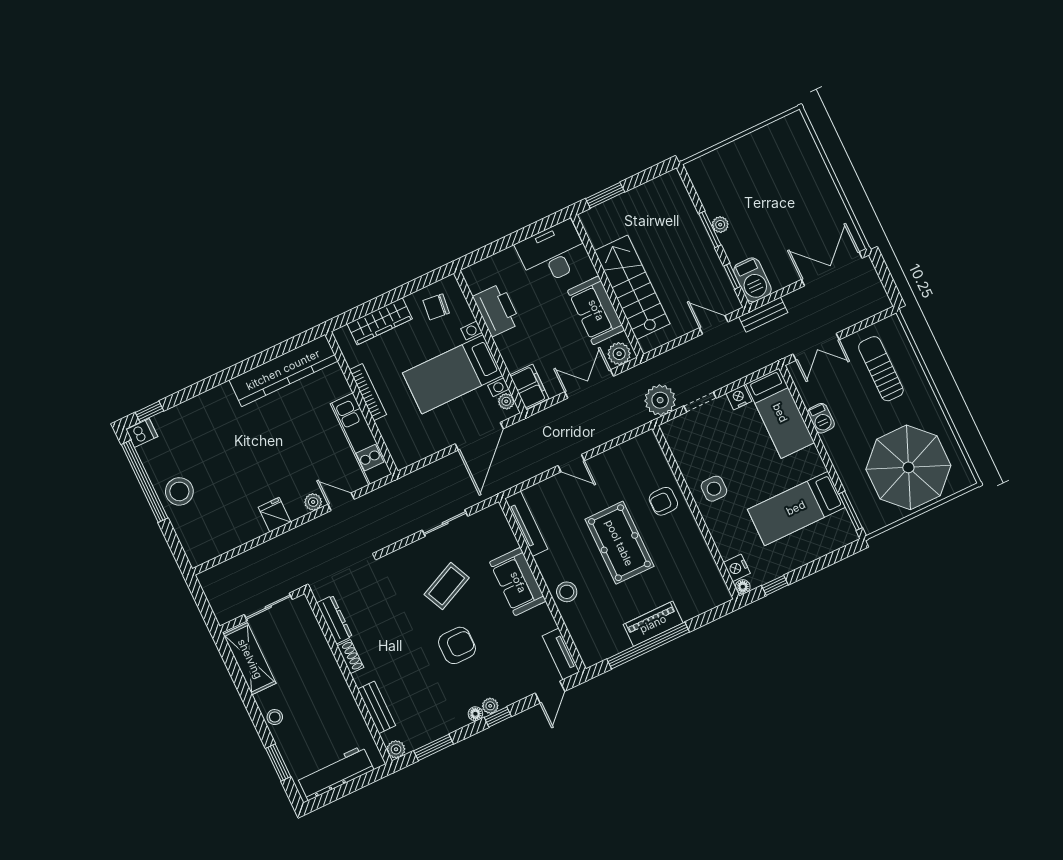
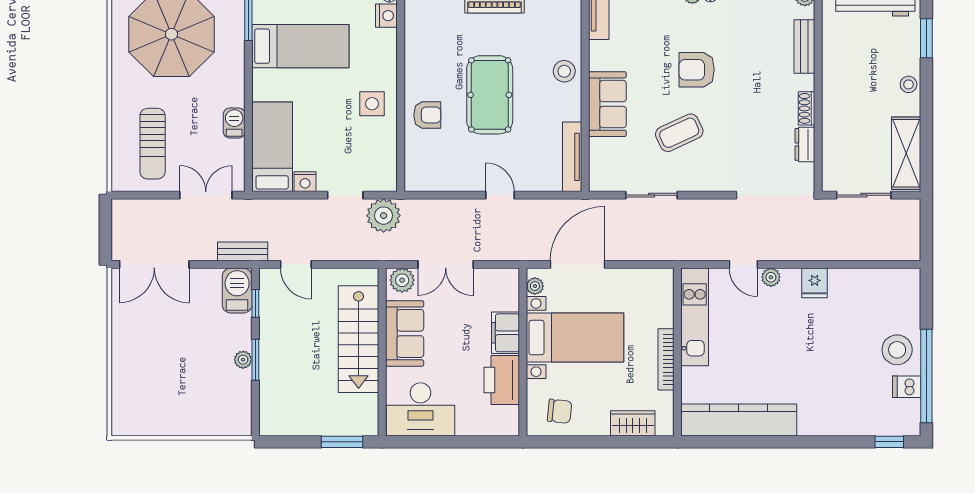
wardrobe: (380, 321) -> (633, 423), width x0.67
filing cabinet: (529, 387) -> (506, 333), moved
dishwasher: (142, 433) -> (907, 387), moved
dresser: (334, 620) -> (805, 144), width x0.70

